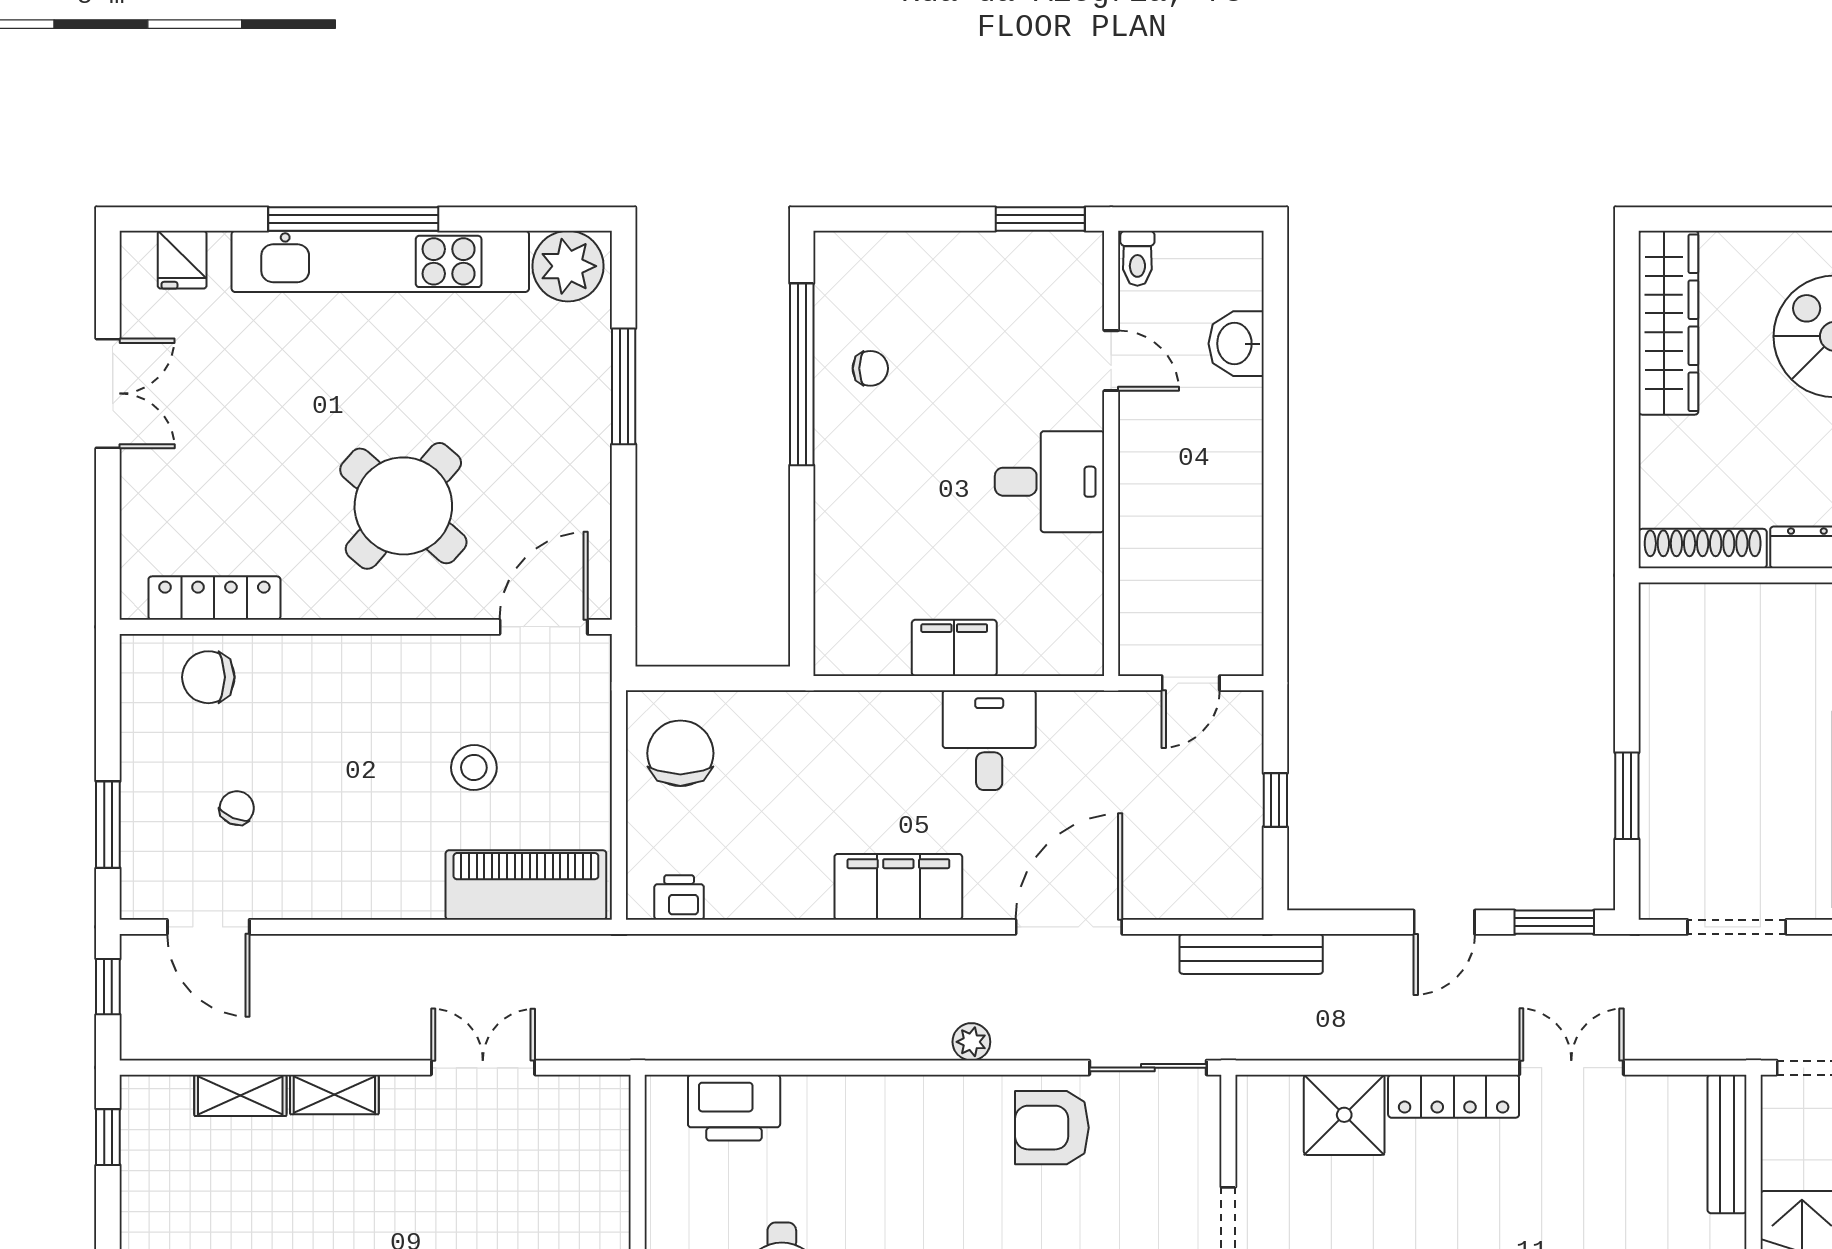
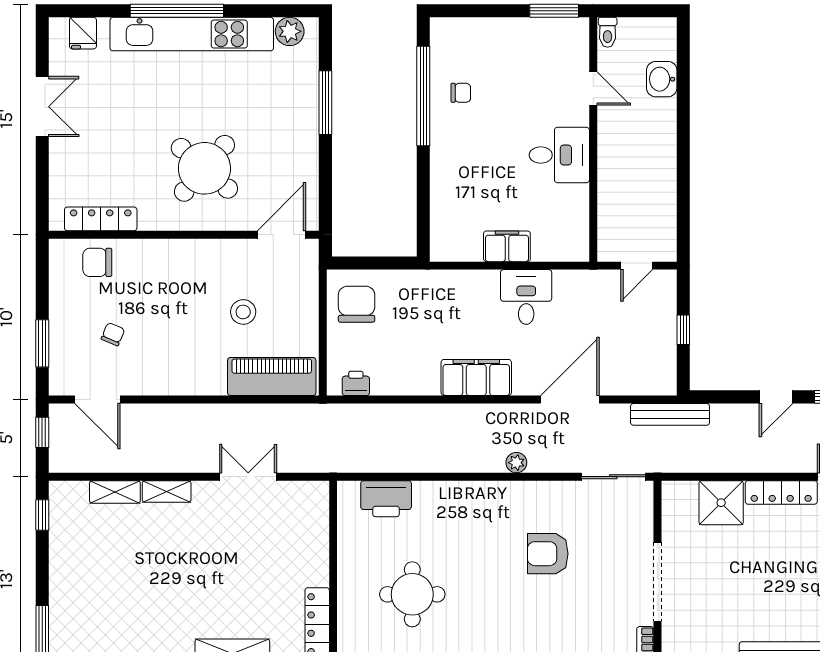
plant: (568, 266) -> (290, 31), width x0.73, depth x0.73
armchair: (1052, 1128) -> (548, 554), moved

